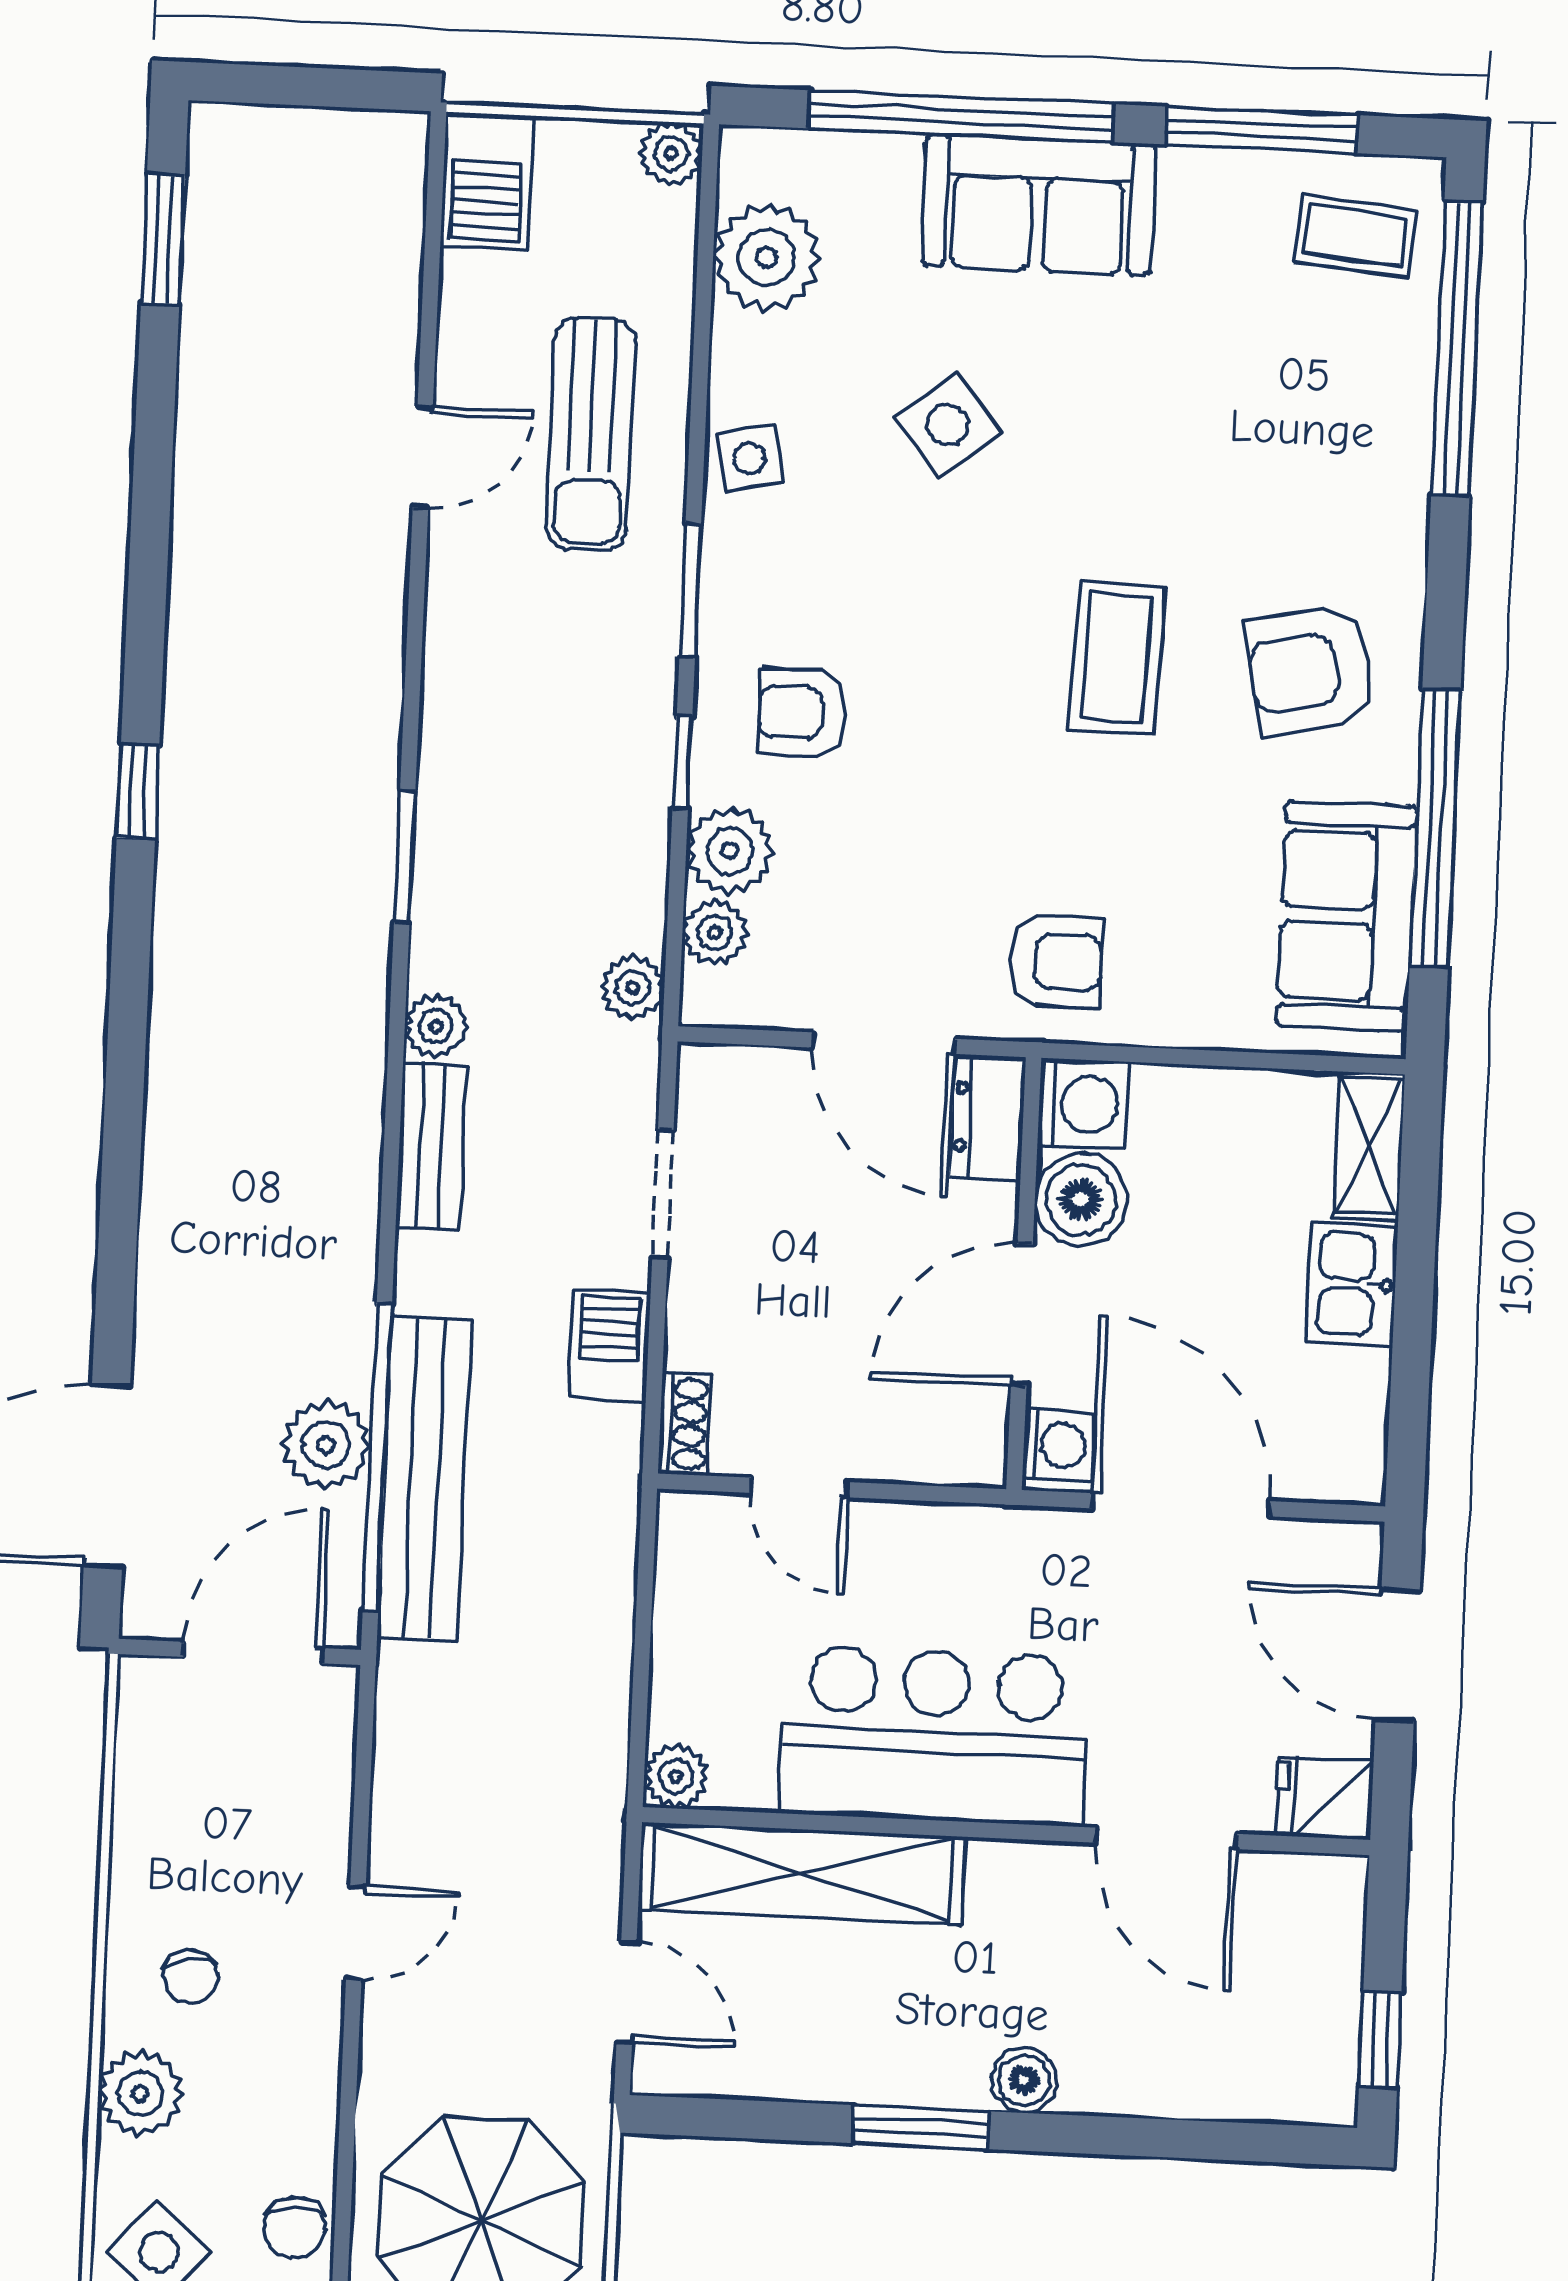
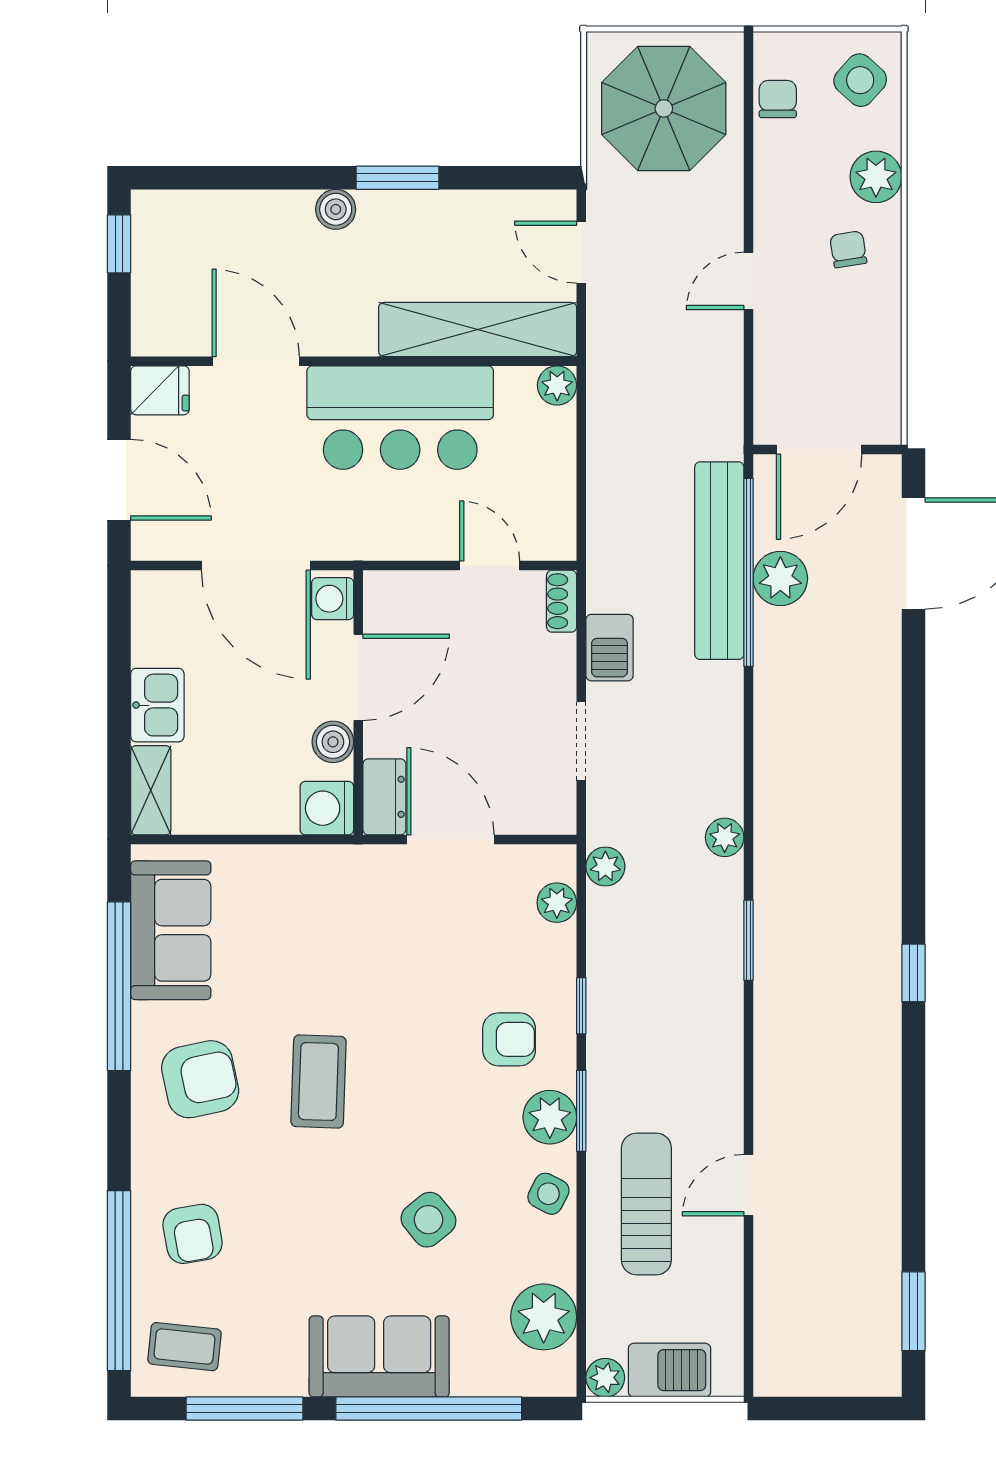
barbecue: (487, 181) -> (669, 1370), moved, turned 90
side table: (750, 458) -> (548, 1194), turned 37
plant: (730, 851) -> (550, 1117), moved
armchair: (1055, 962) -> (193, 1234), moved, turned -100
bench: (431, 1147) -> (724, 764), removed
boiler: (1081, 1200) -> (333, 742), width x0.73, depth x0.73

